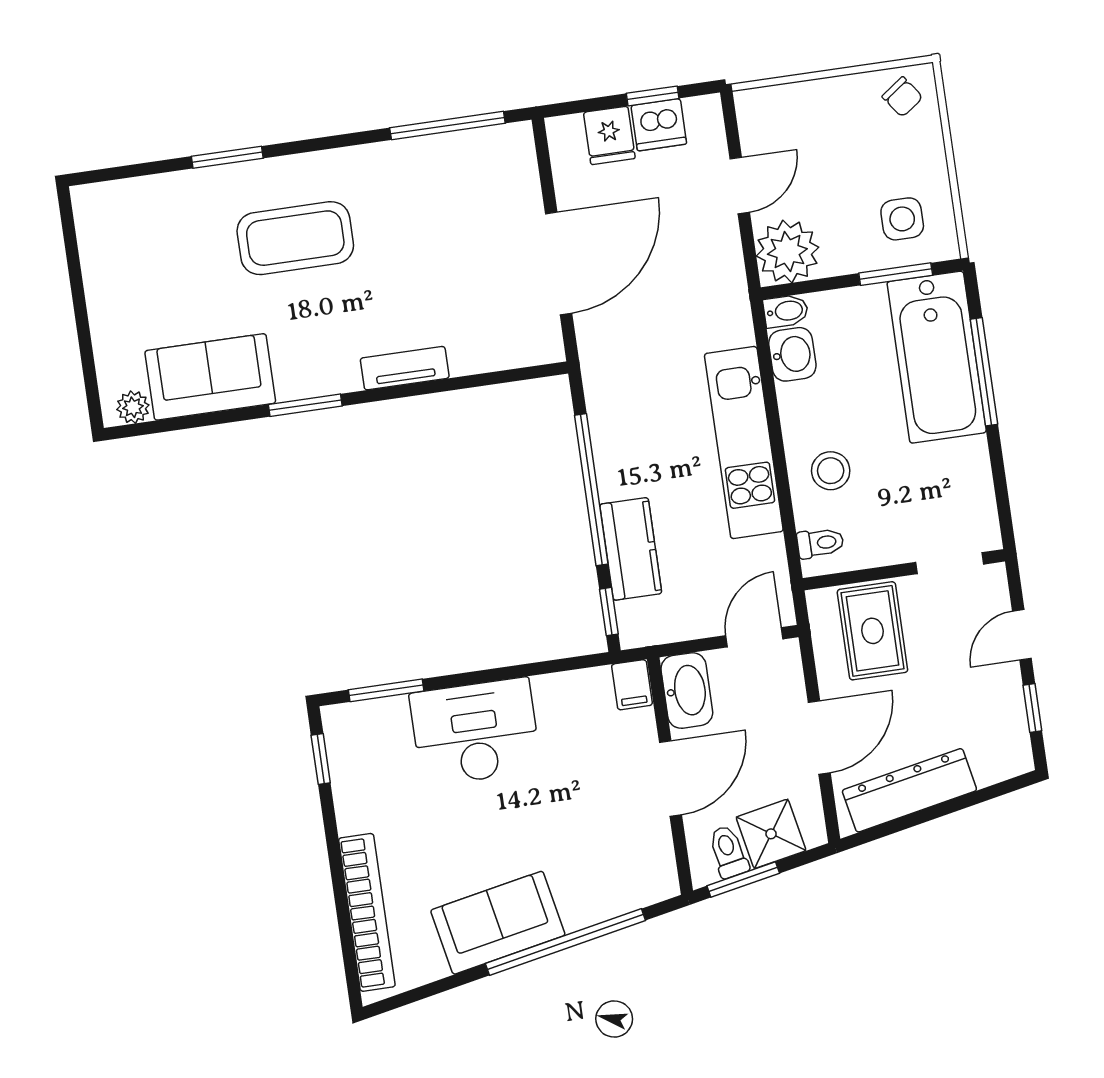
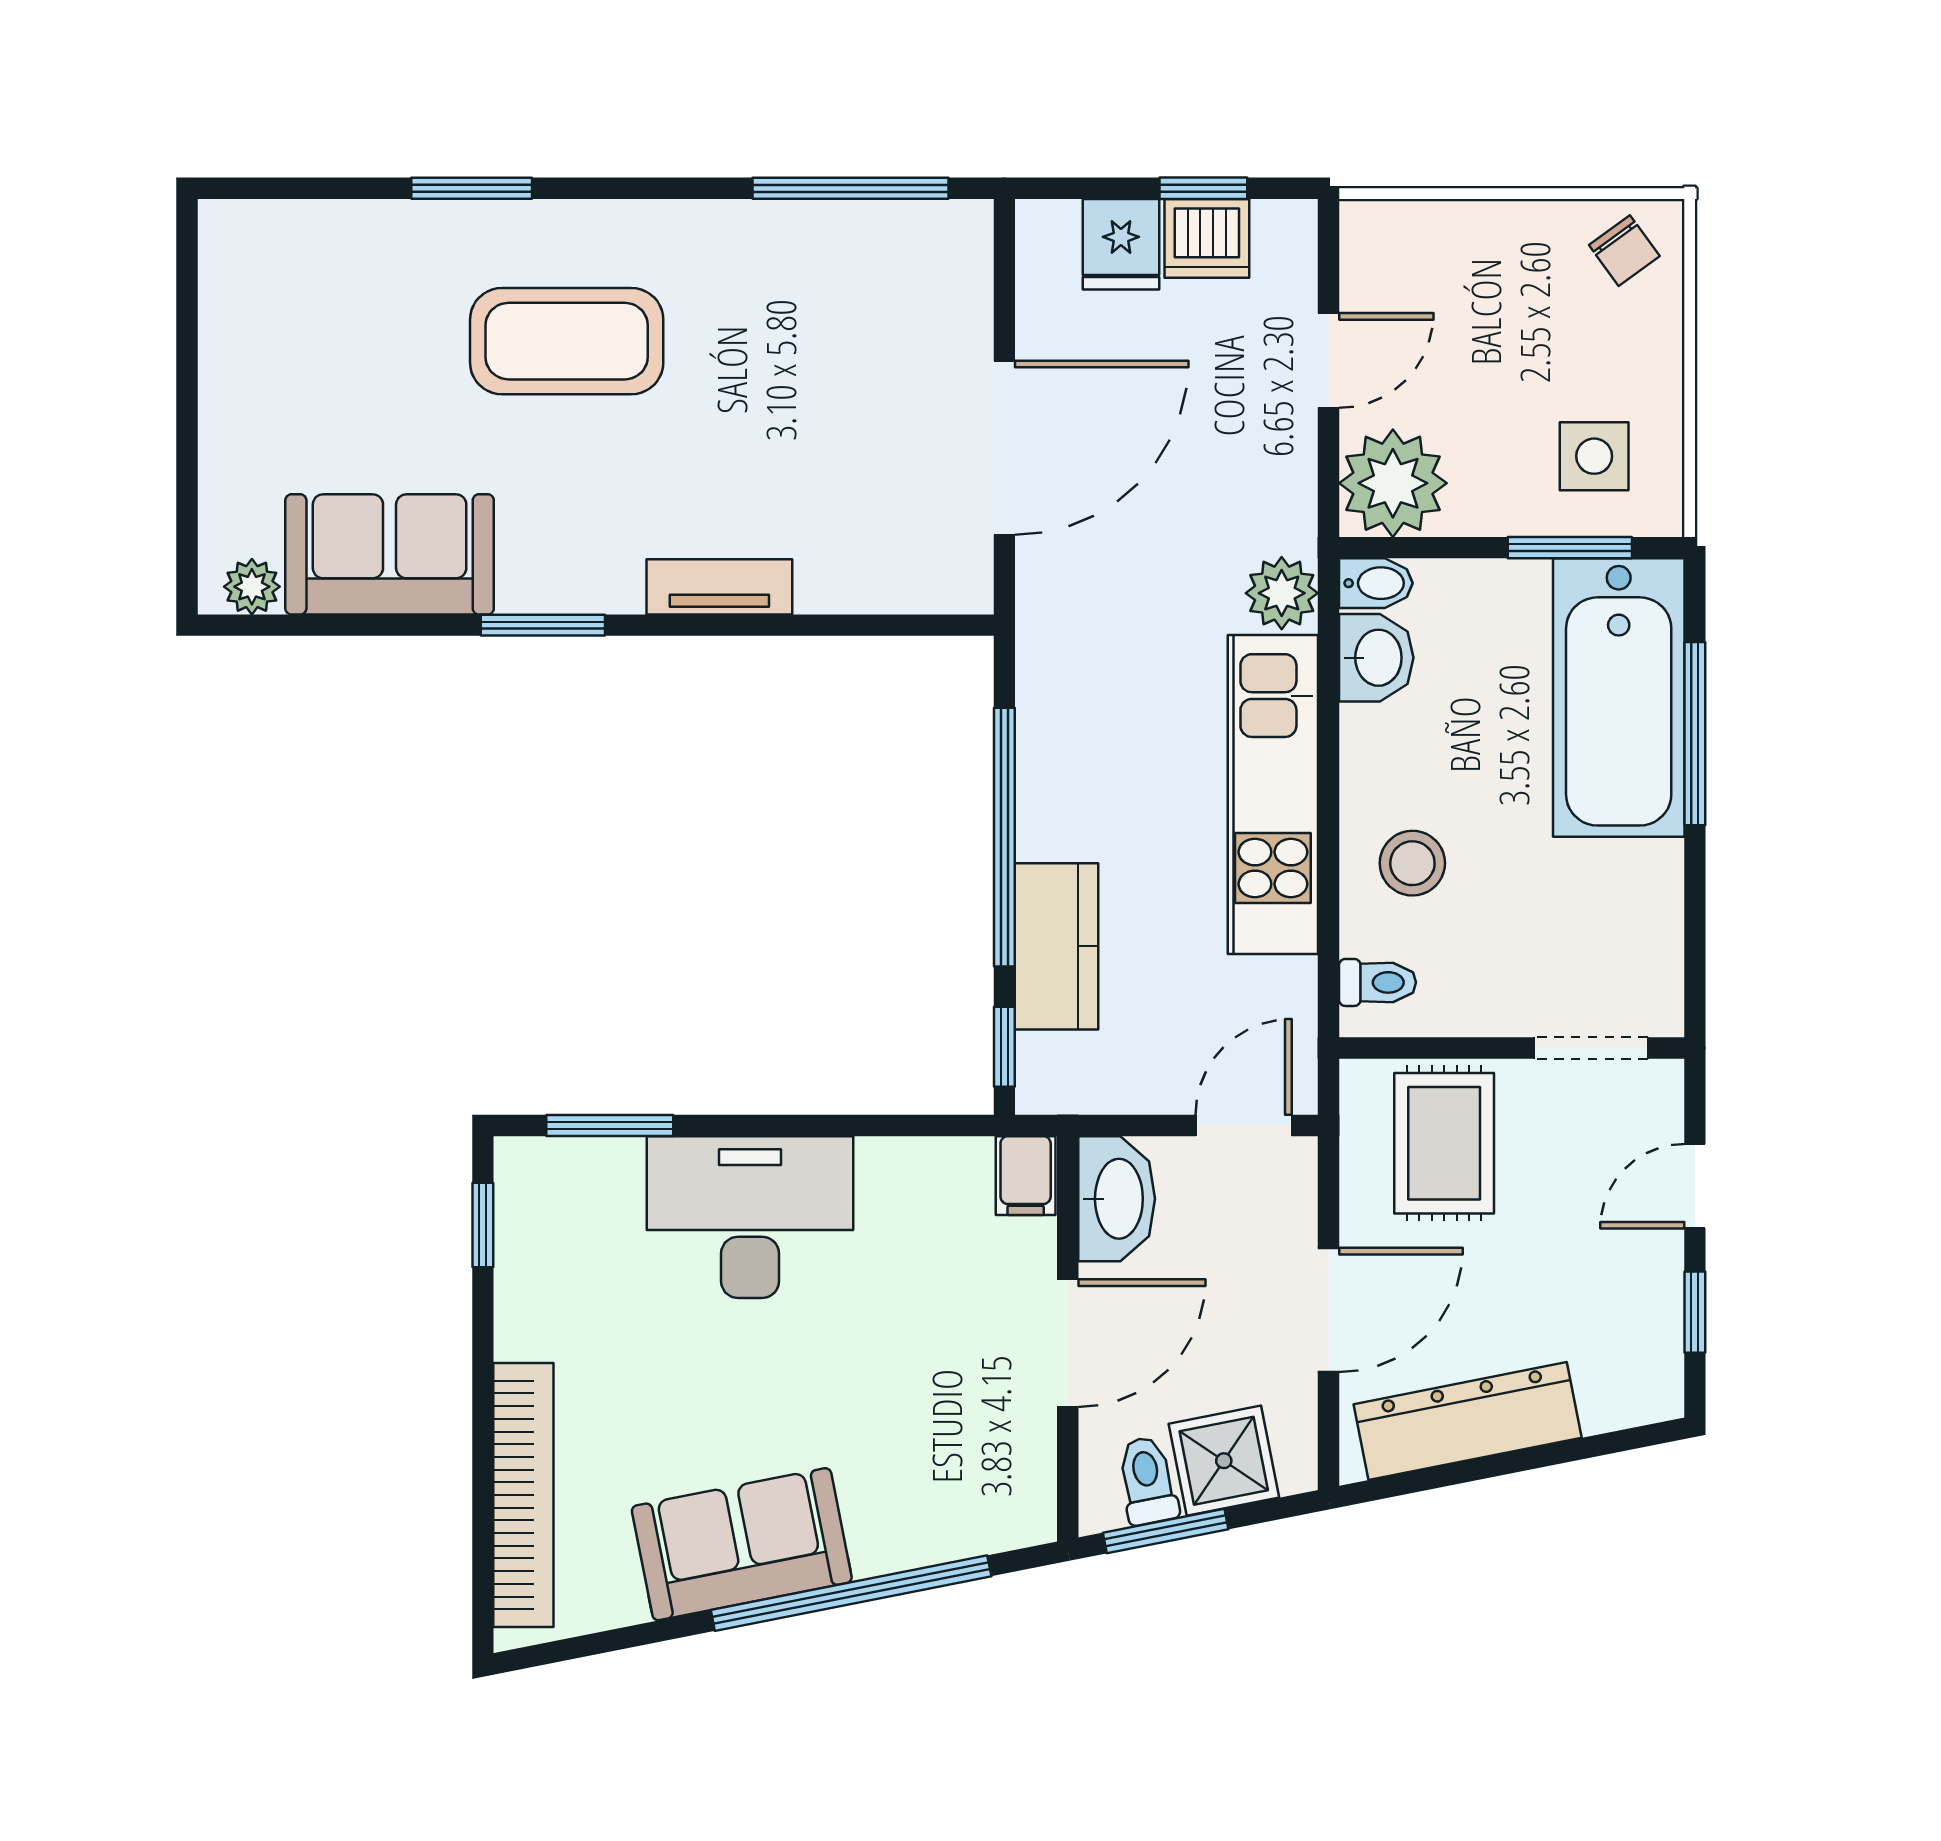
plant: (732, 325) -> (1282, 593), added

